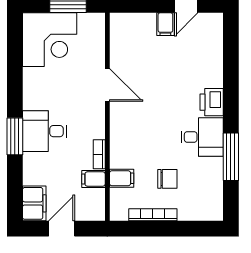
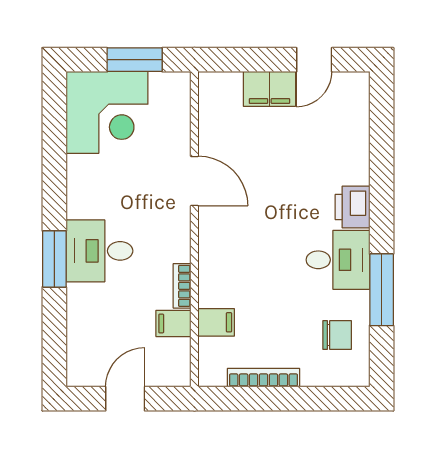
filing cabinet: (165, 24) -> (269, 89), width x2.00
chair: (167, 179) -> (337, 335), moved
filing cabinet: (34, 203) -> (84, 360), removed

